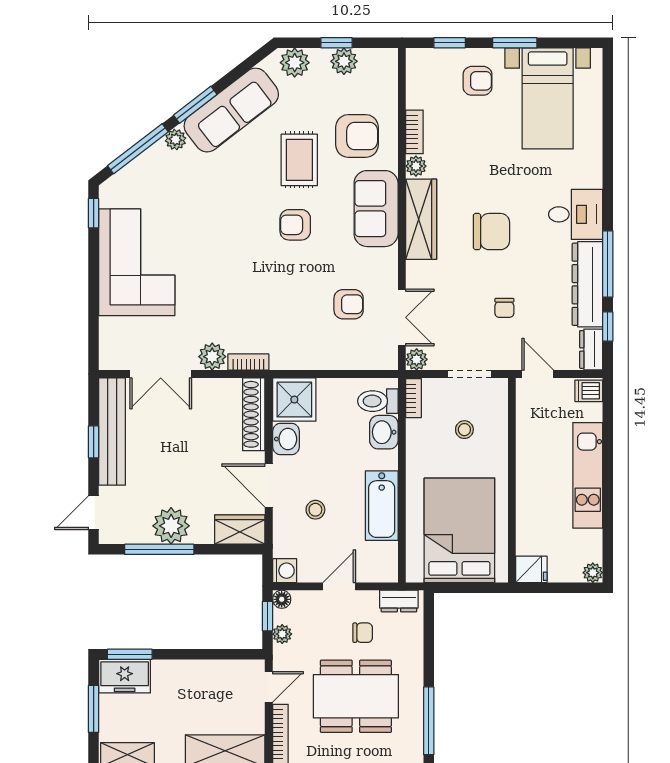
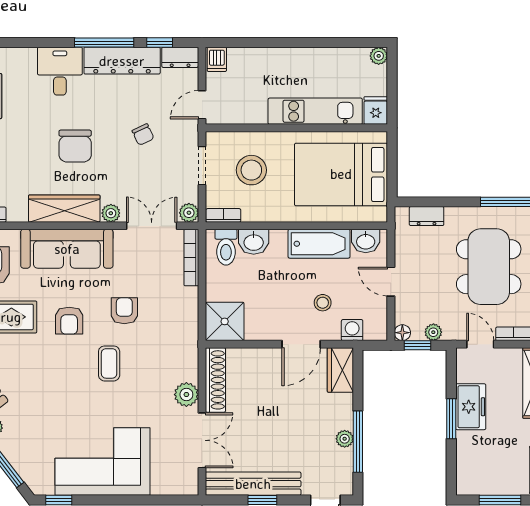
plant: (416, 166) -> (111, 213), moved
sofa: (376, 209) -> (67, 249), width x1.36
chair: (491, 232) -> (75, 146), turned 180
coffee table: (247, 270) -> (109, 363), added
armchair: (349, 304) -> (124, 311), moved
chair: (504, 308) -> (143, 135), turned 65
bookcase: (248, 362) -> (191, 258), moved, width x1.56
shoe rack: (254, 414) -> (215, 380), moved, turned -90
stool: (464, 430) -> (251, 170), width x1.89, depth x1.89
washbasin: (286, 439) -> (366, 241), moved, turned 180
kitchen unit: (588, 475) -> (315, 111), moved, turned 180
plant: (171, 526) -> (345, 439), width x0.53, depth x0.53
washing machine: (285, 571) -> (352, 330), moved
dresser: (399, 601) -> (427, 216), moved, turned 90
chair: (363, 633) -> (432, 261), removed
window: (130, 654) -> (451, 419), moved
freezer: (125, 676) -> (471, 407), moved

